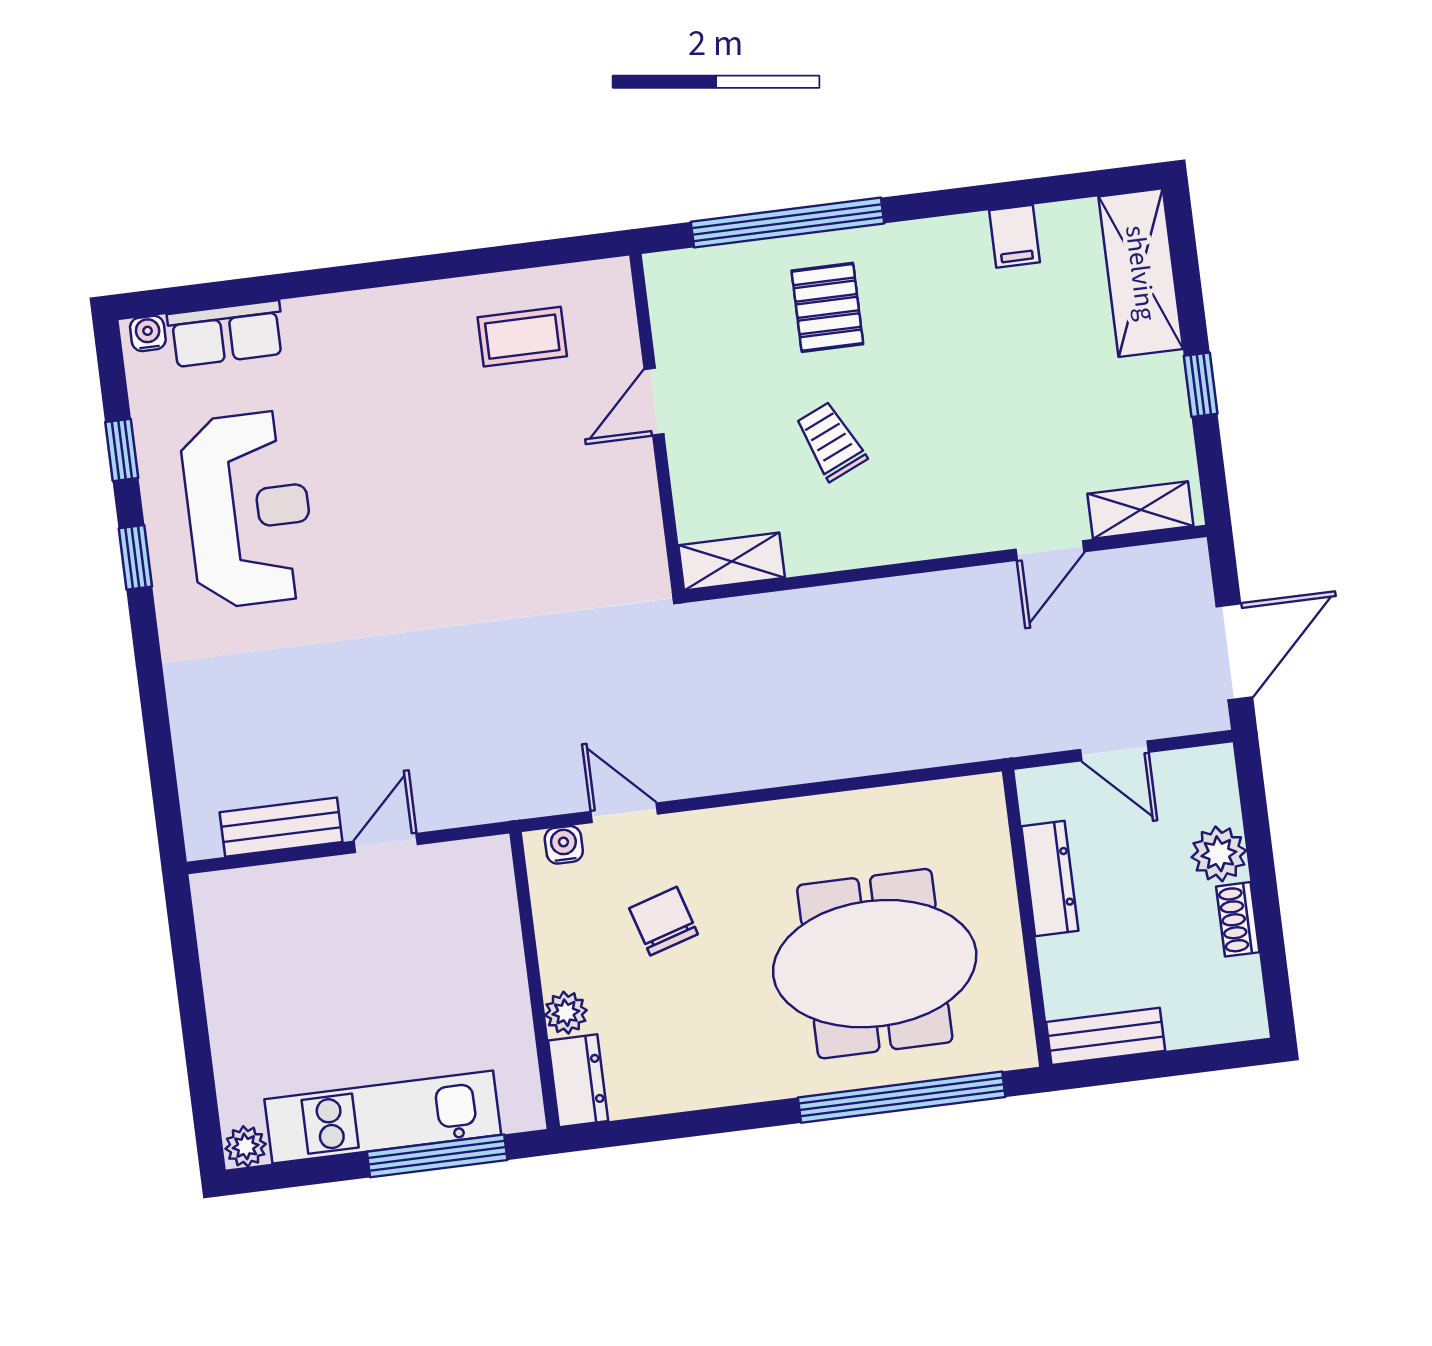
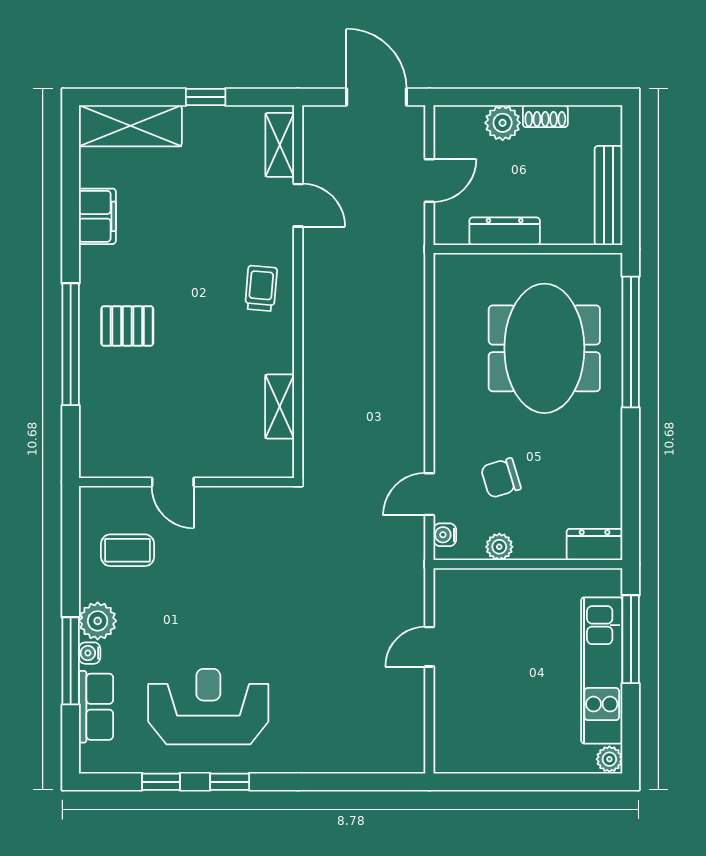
filing cabinet: (1014, 236) -> (97, 216), width x2.00
window: (293, 285) -> (71, 661), added
plant: (361, 319) -> (98, 621), added
water cooler: (148, 333) -> (90, 653), moved
coffee table: (522, 337) -> (128, 550), moved, turned 90
door: (654, 402) -> (173, 482), moved
wall: (657, 423) -> (186, 482), moved
trolley: (831, 441) -> (261, 288), moved, turned 119
bench: (281, 827) -> (411, 711), removed
door: (386, 843) -> (429, 647), hinge flipped
plant: (566, 1013) -> (499, 547), moved
bench: (1106, 1036) -> (608, 195), width x1.36

